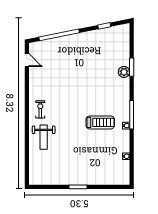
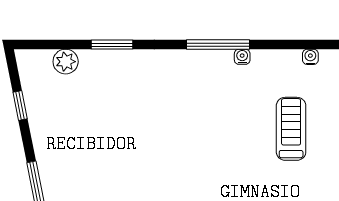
plant: (124, 72) -> (66, 62), moved
treadmill: (100, 122) -> (291, 129), moved

